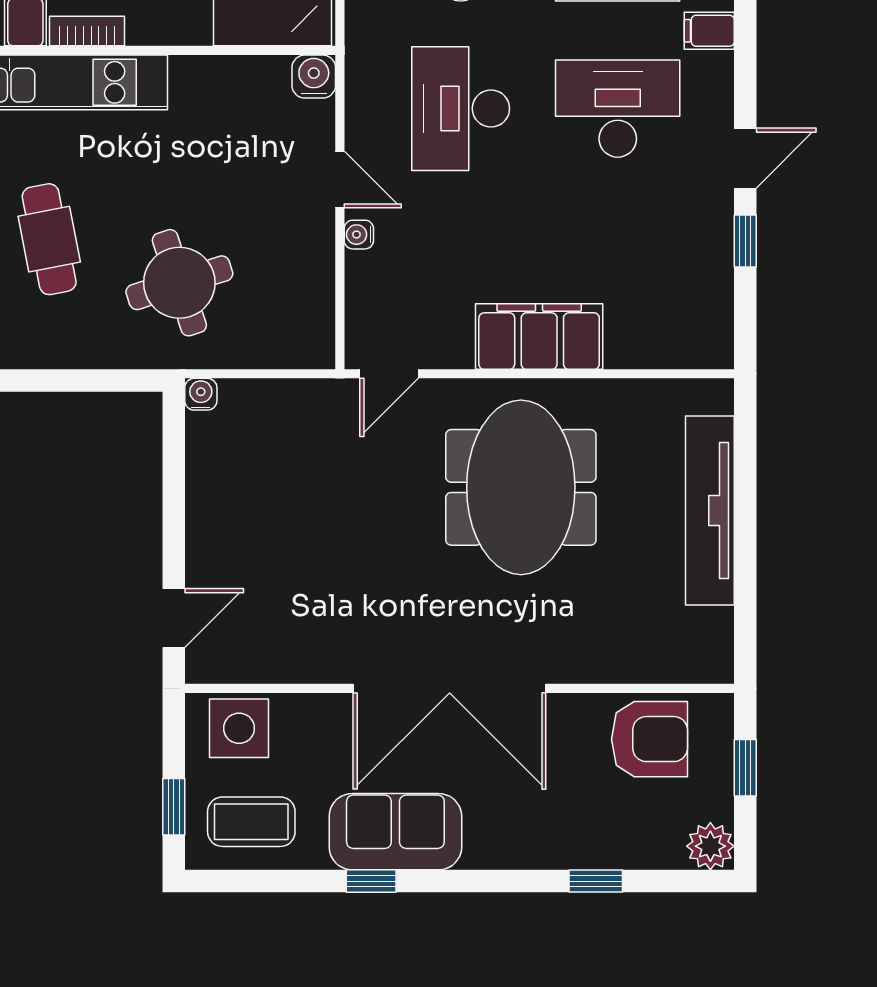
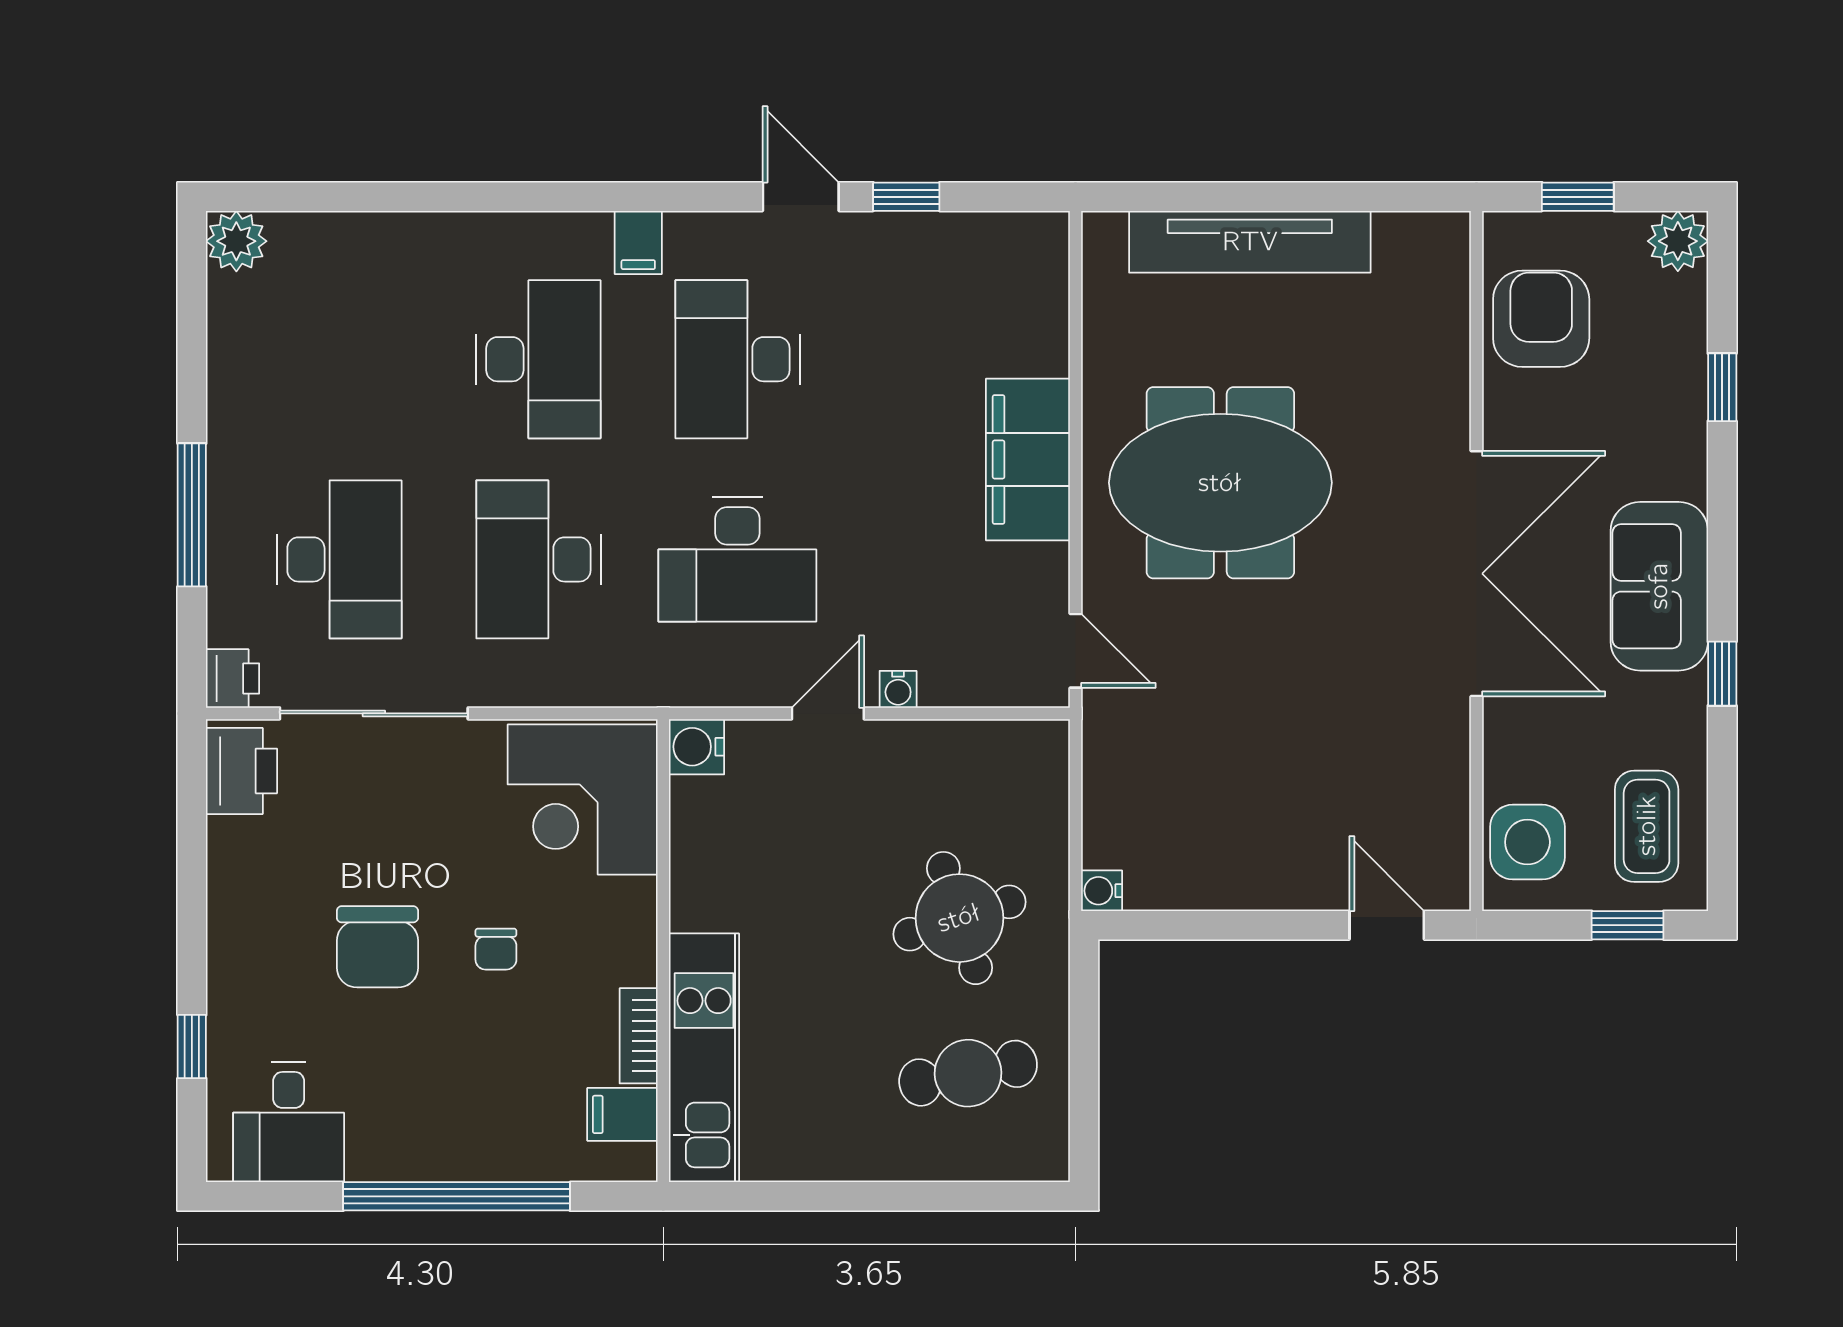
cafe table: (49, 239) -> (968, 1073), moved
sofa: (395, 832) -> (1659, 586), moved

